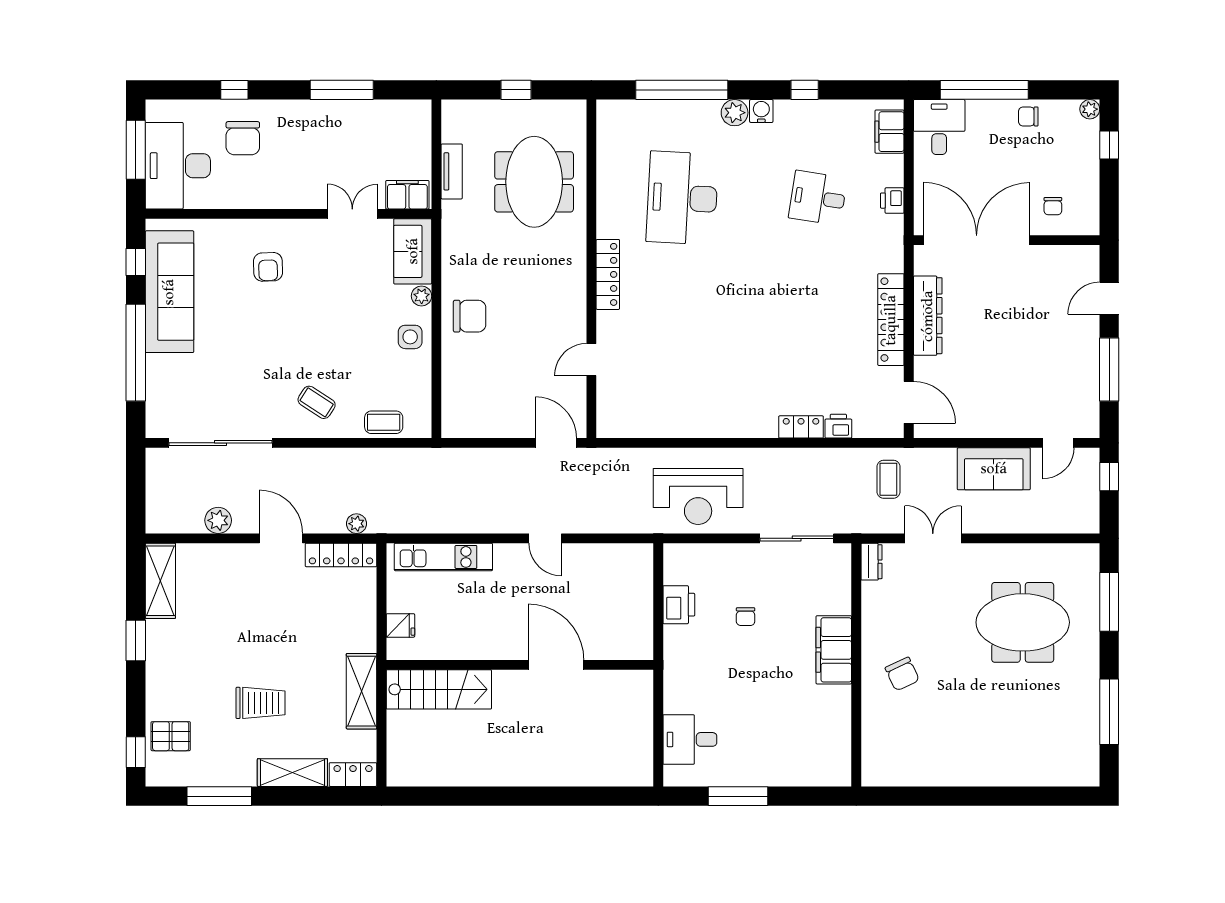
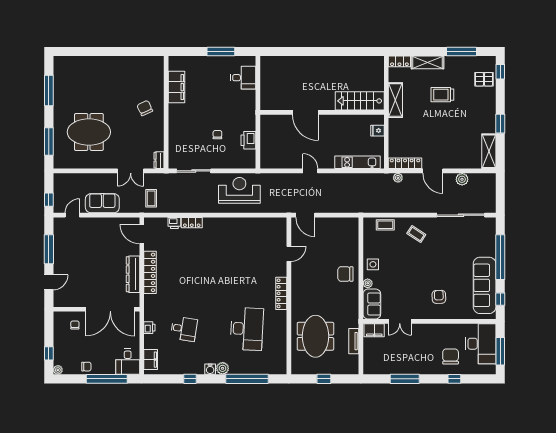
filing cabinet: (834, 650) -> (177, 87), moved

